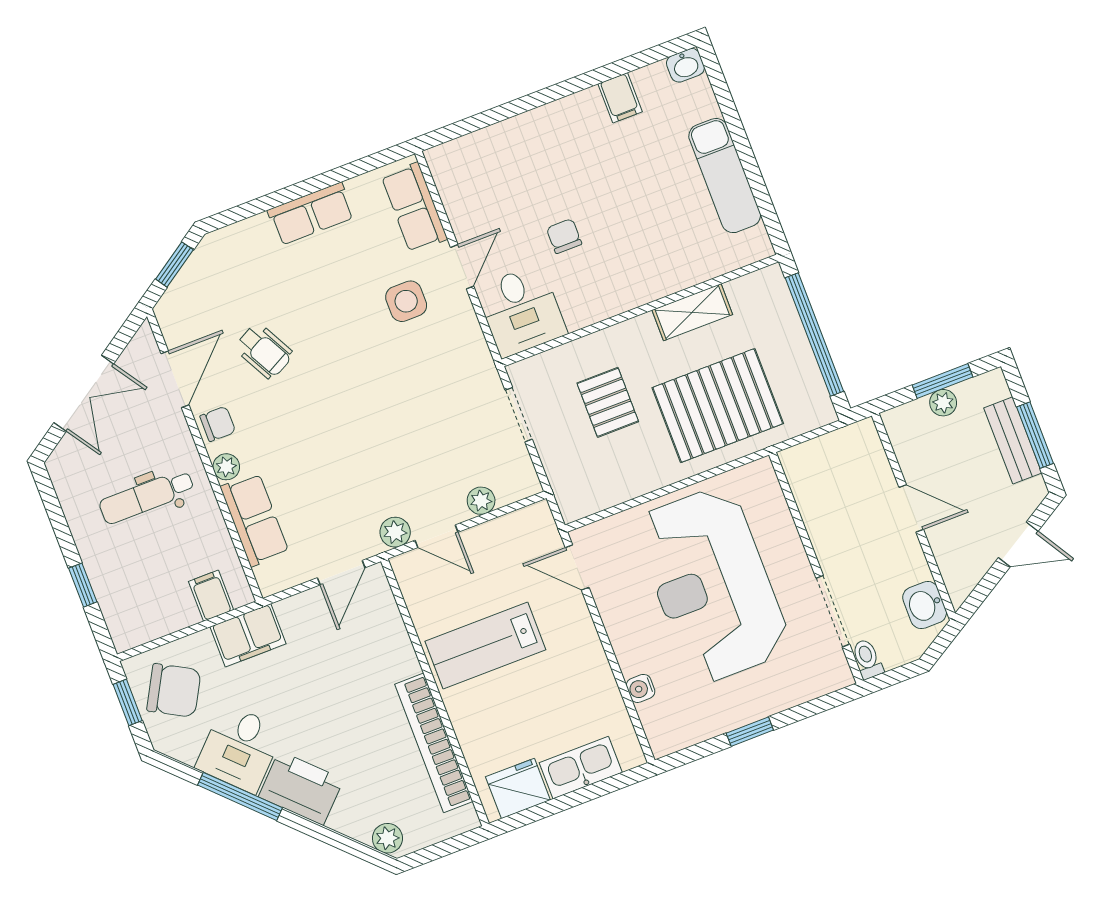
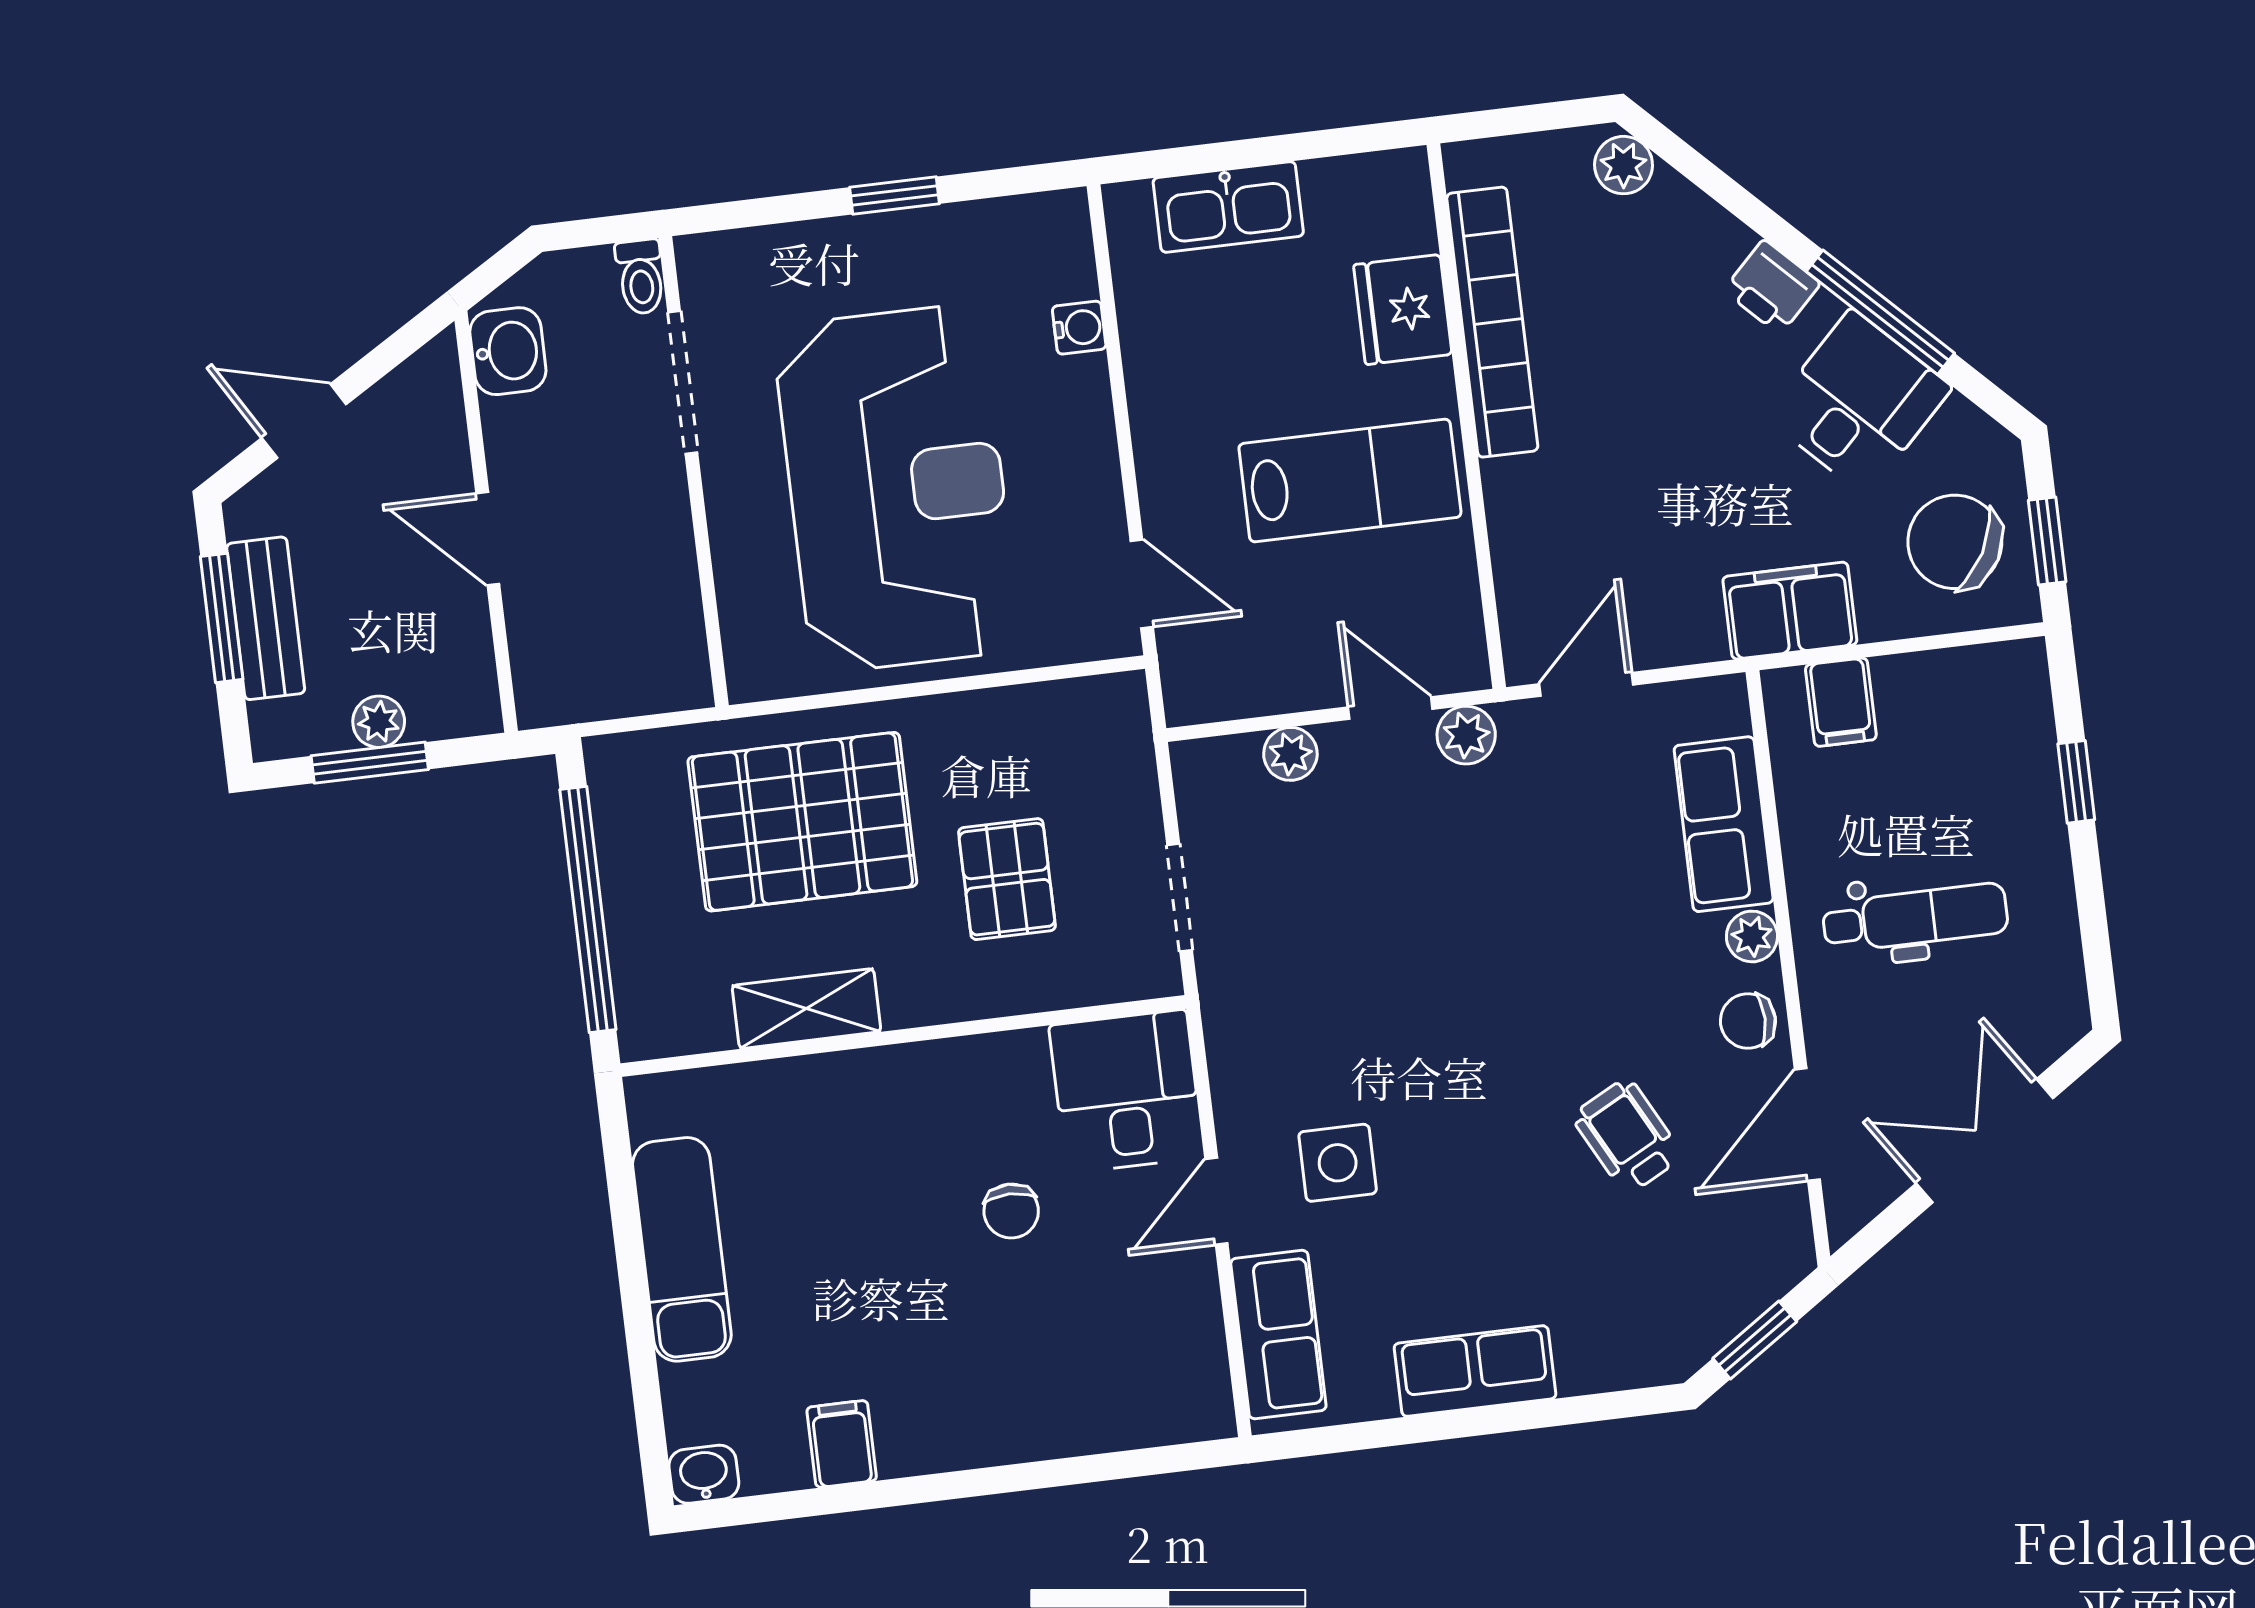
printer: (301, 788) -> (1772, 287), width x0.53, depth x0.68
fridge: (518, 788) -> (1403, 310), moved, turned 90

